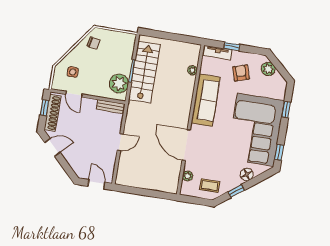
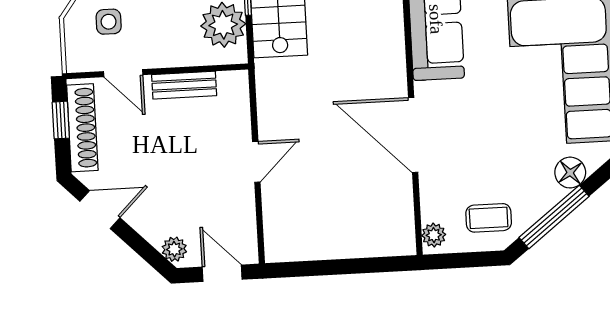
bench: (110, 107) -> (184, 85), moved
plant: (79, 170) -> (174, 249), added
plant: (188, 176) -> (434, 235), moved
window: (236, 191) -> (554, 217), width x2.17

